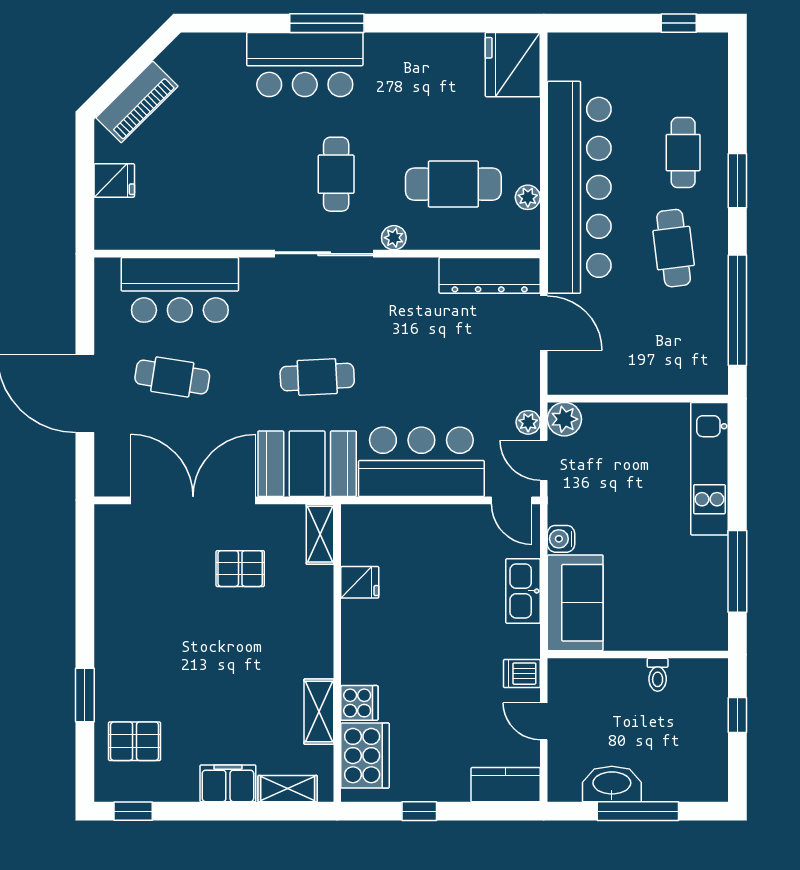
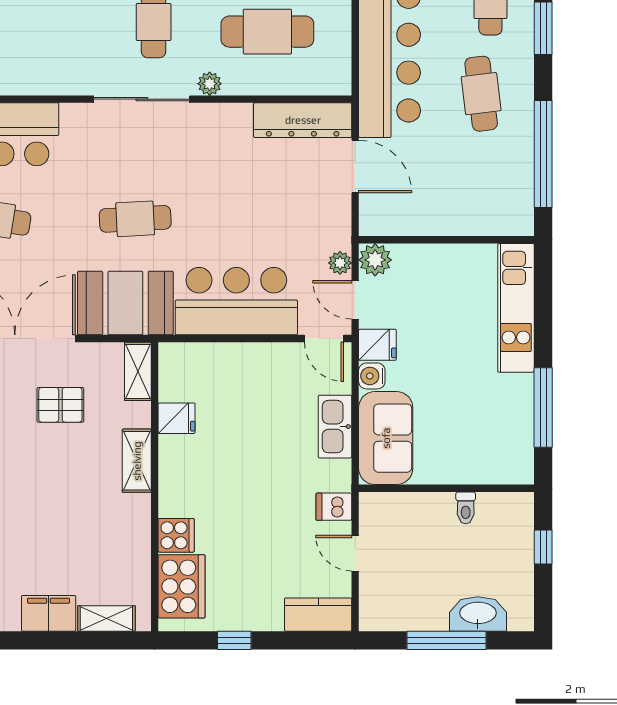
plant: (528, 197) -> (340, 44), removed
fridge: (567, 507) -> (377, 345), added
shelving: (319, 712) -> (137, 461), moved
washbasin: (612, 784) -> (478, 614), moved

